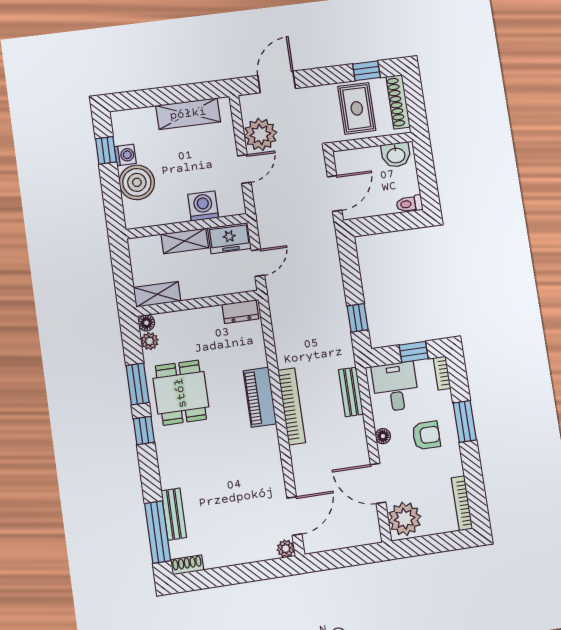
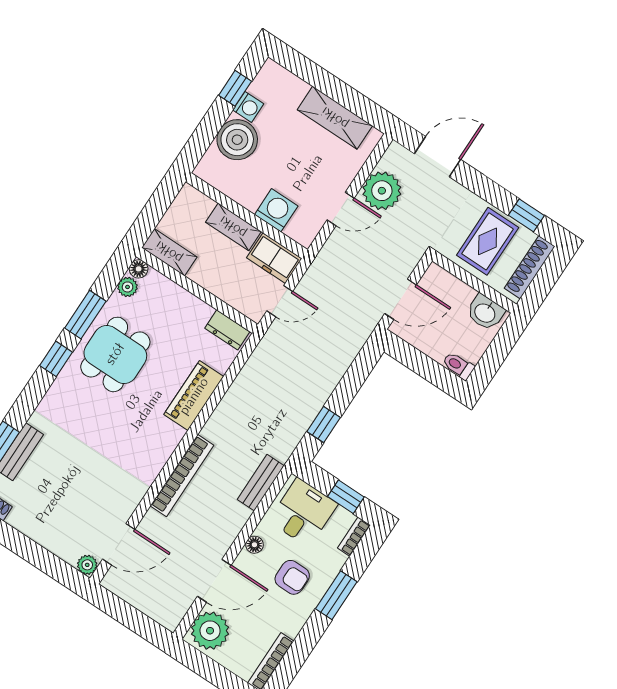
piano: (260, 397) -> (194, 396), moved
bookcase: (292, 406) -> (182, 476), moved
door: (378, 483) -> (214, 581), swing flipped

